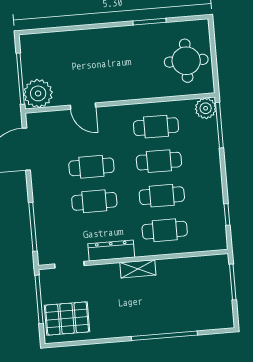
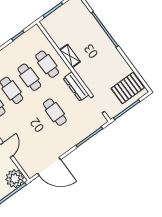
cafe table: (91, 167) -> (37, 125), removed
shelving: (138, 269) -> (70, 56), moved
pallet: (67, 318) -> (128, 88), turned 90

